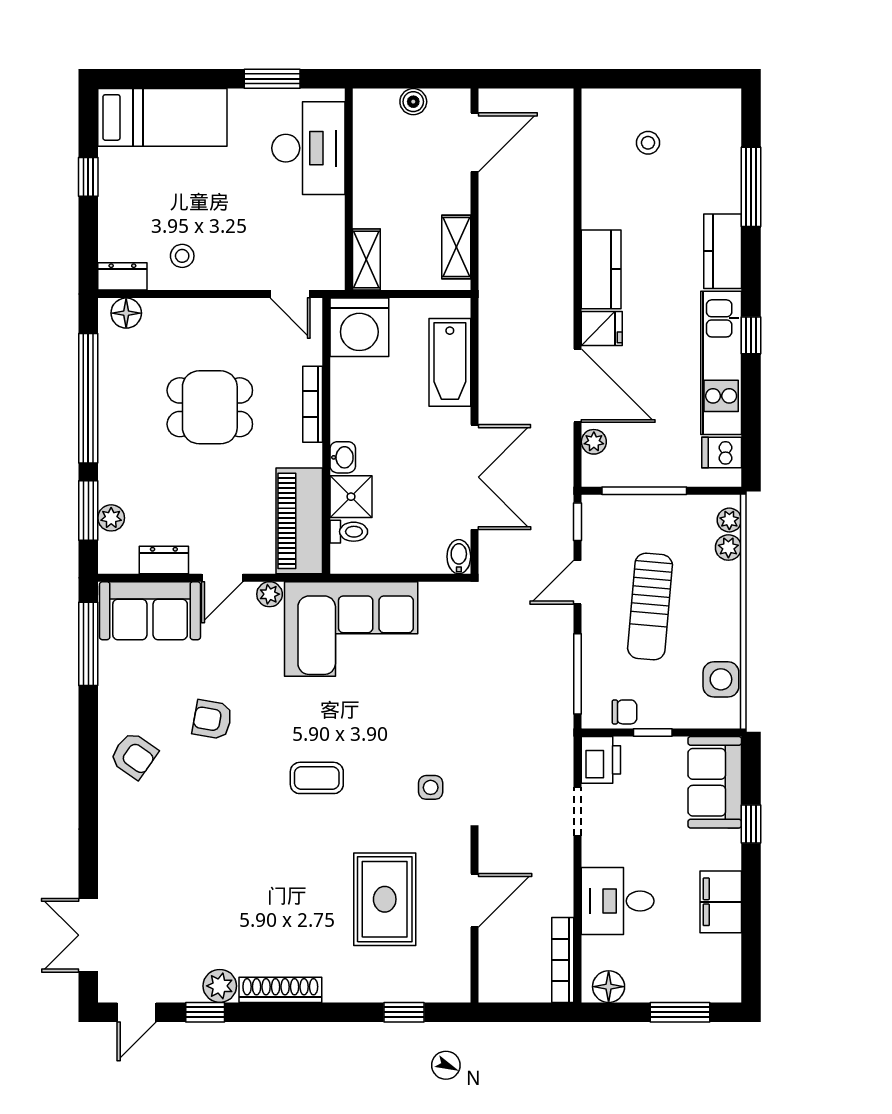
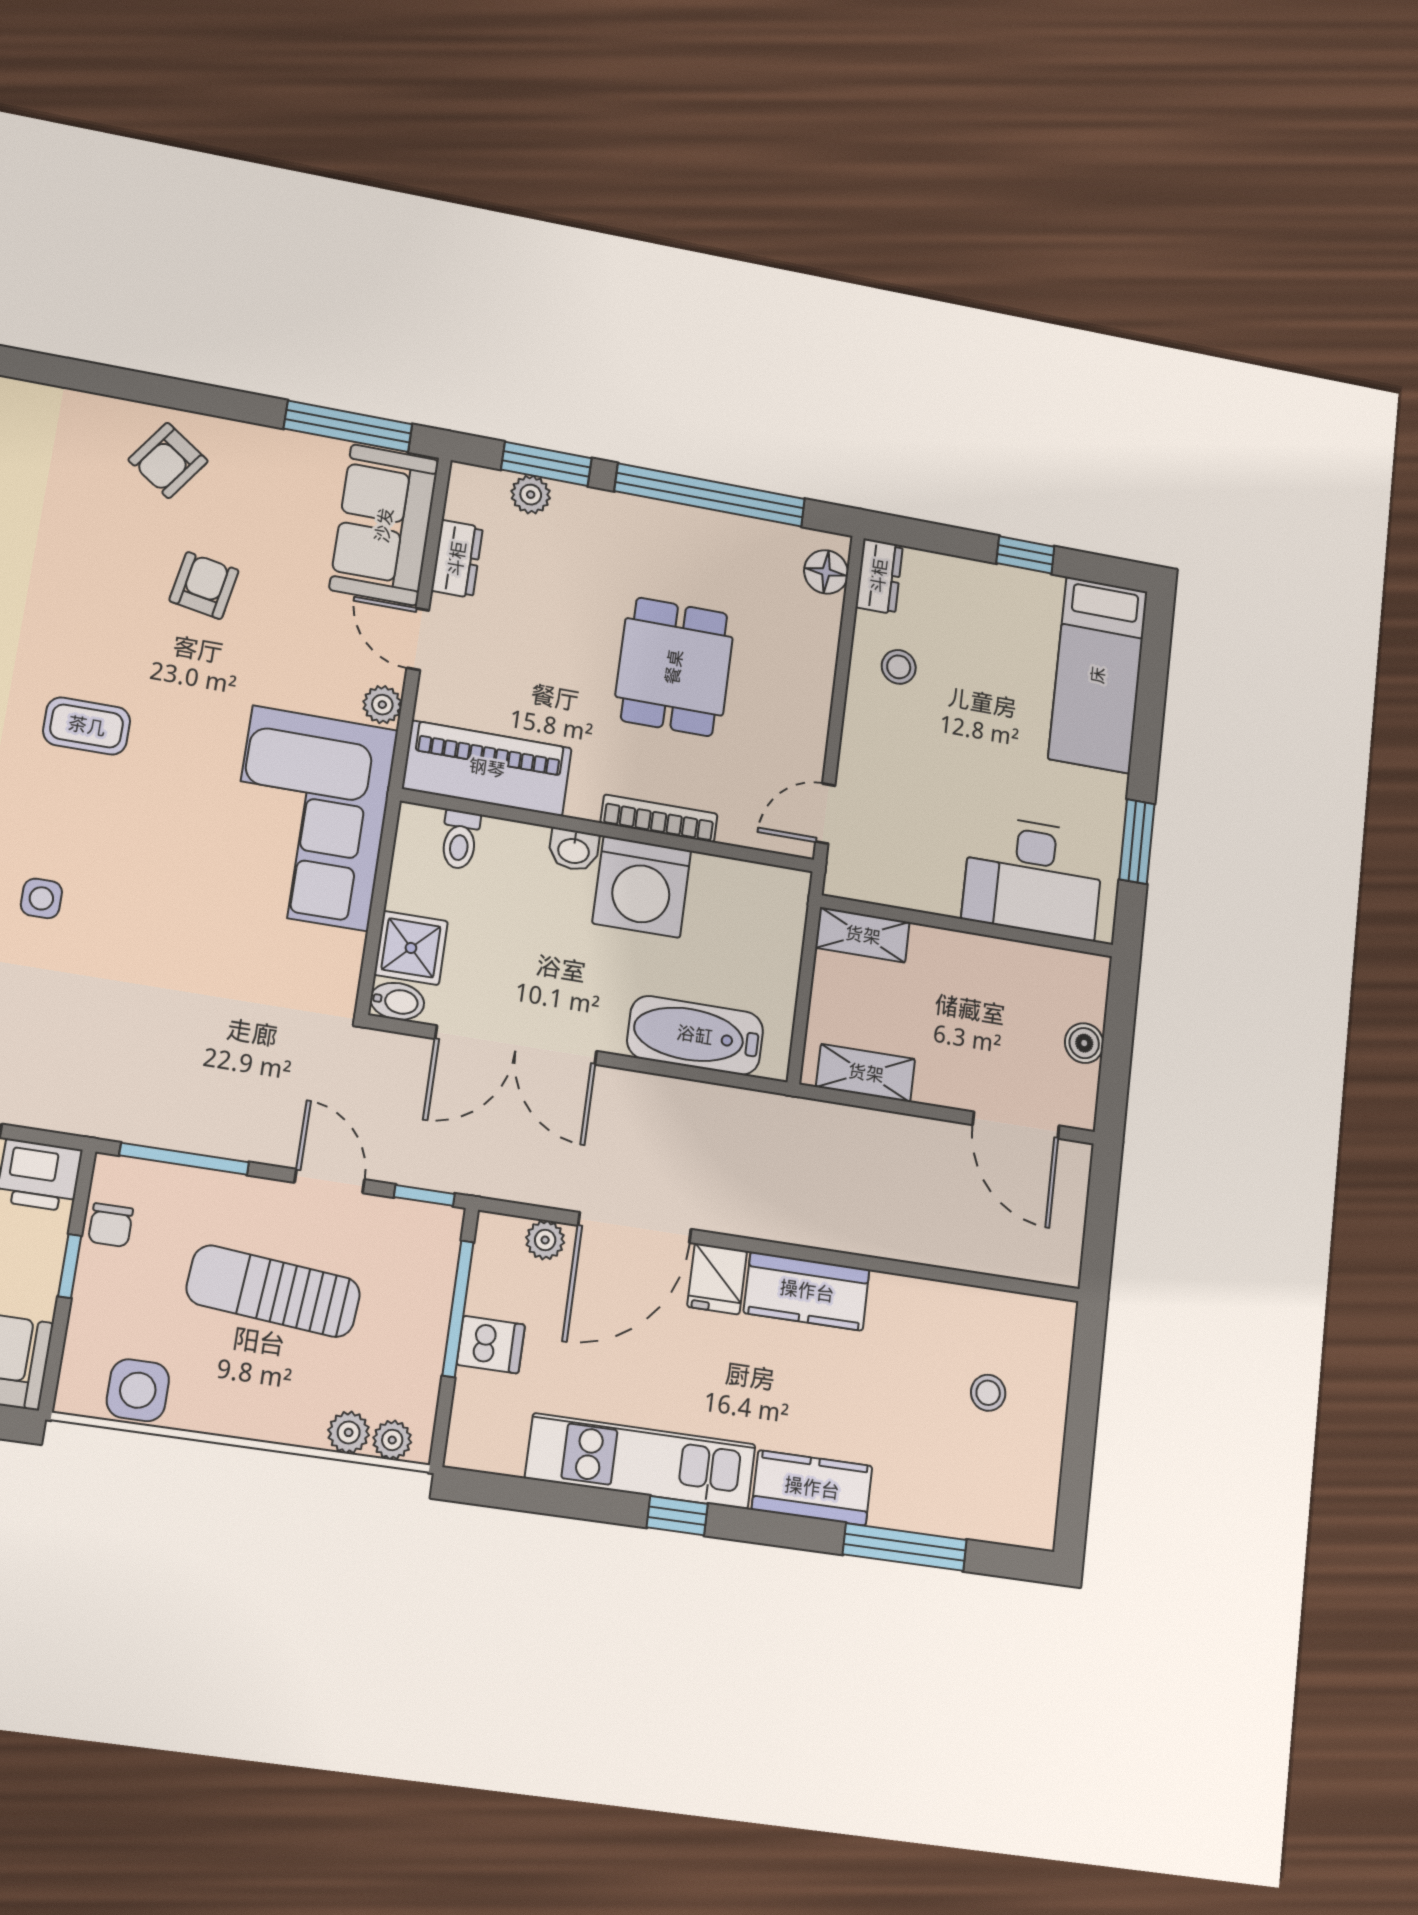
washing machine: (359, 327) -> (642, 887), moved, turned -90
dishwasher: (722, 453) -> (491, 1345), moved, turned 90
shower: (351, 497) -> (411, 948), moved
coffee table: (317, 778) -> (87, 726), turned 90

